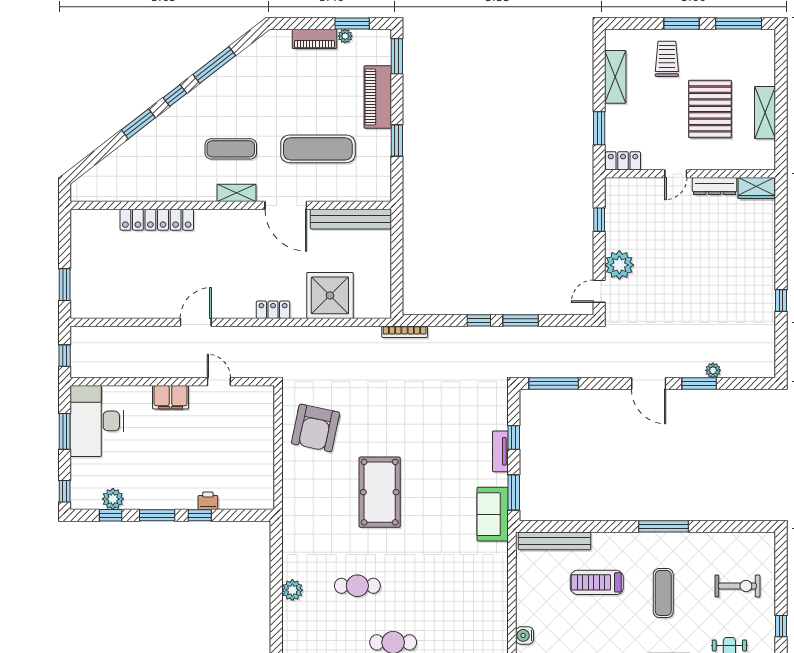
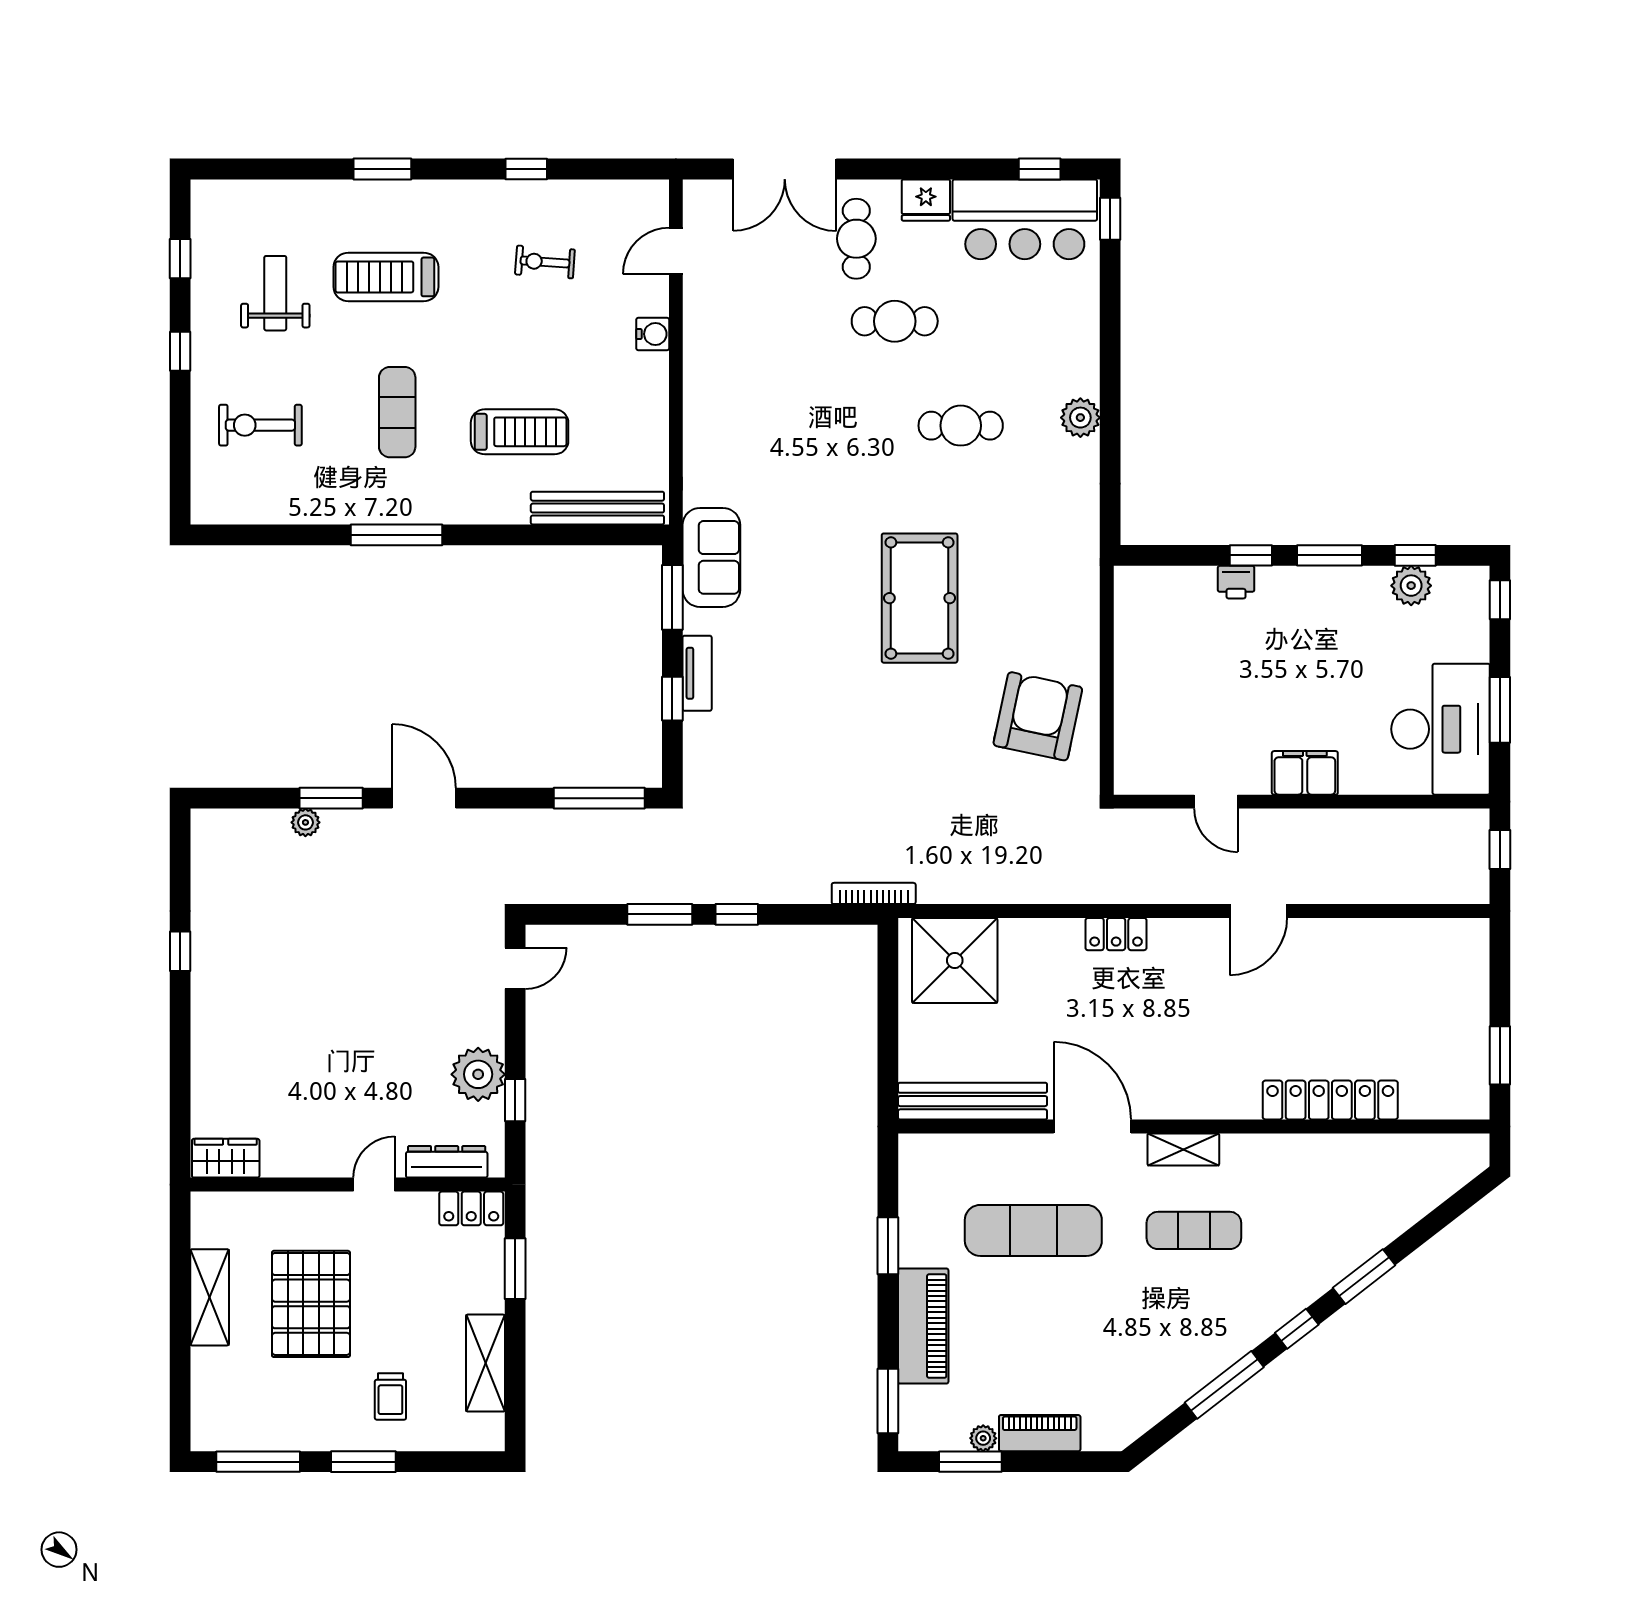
trolley: (667, 59) -> (390, 1396), width x0.73, depth x0.72
dresser: (714, 186) -> (447, 1162), moved
plant: (619, 265) -> (478, 1074), moved
window: (65, 285) -> (1500, 1055), moved
shower: (330, 295) -> (955, 960), moved

